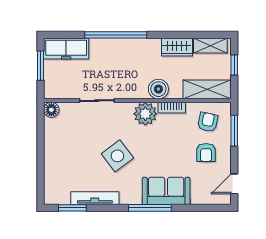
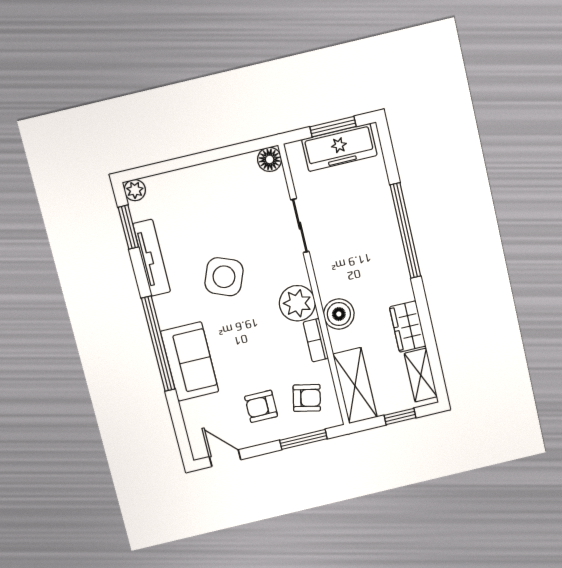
freezer: (66, 49) -> (339, 147), moved, turned -90
side table: (117, 156) -> (224, 277), turned -31
plant: (50, 198) -> (135, 190), added
window: (150, 208) -> (158, 344), width x1.46

